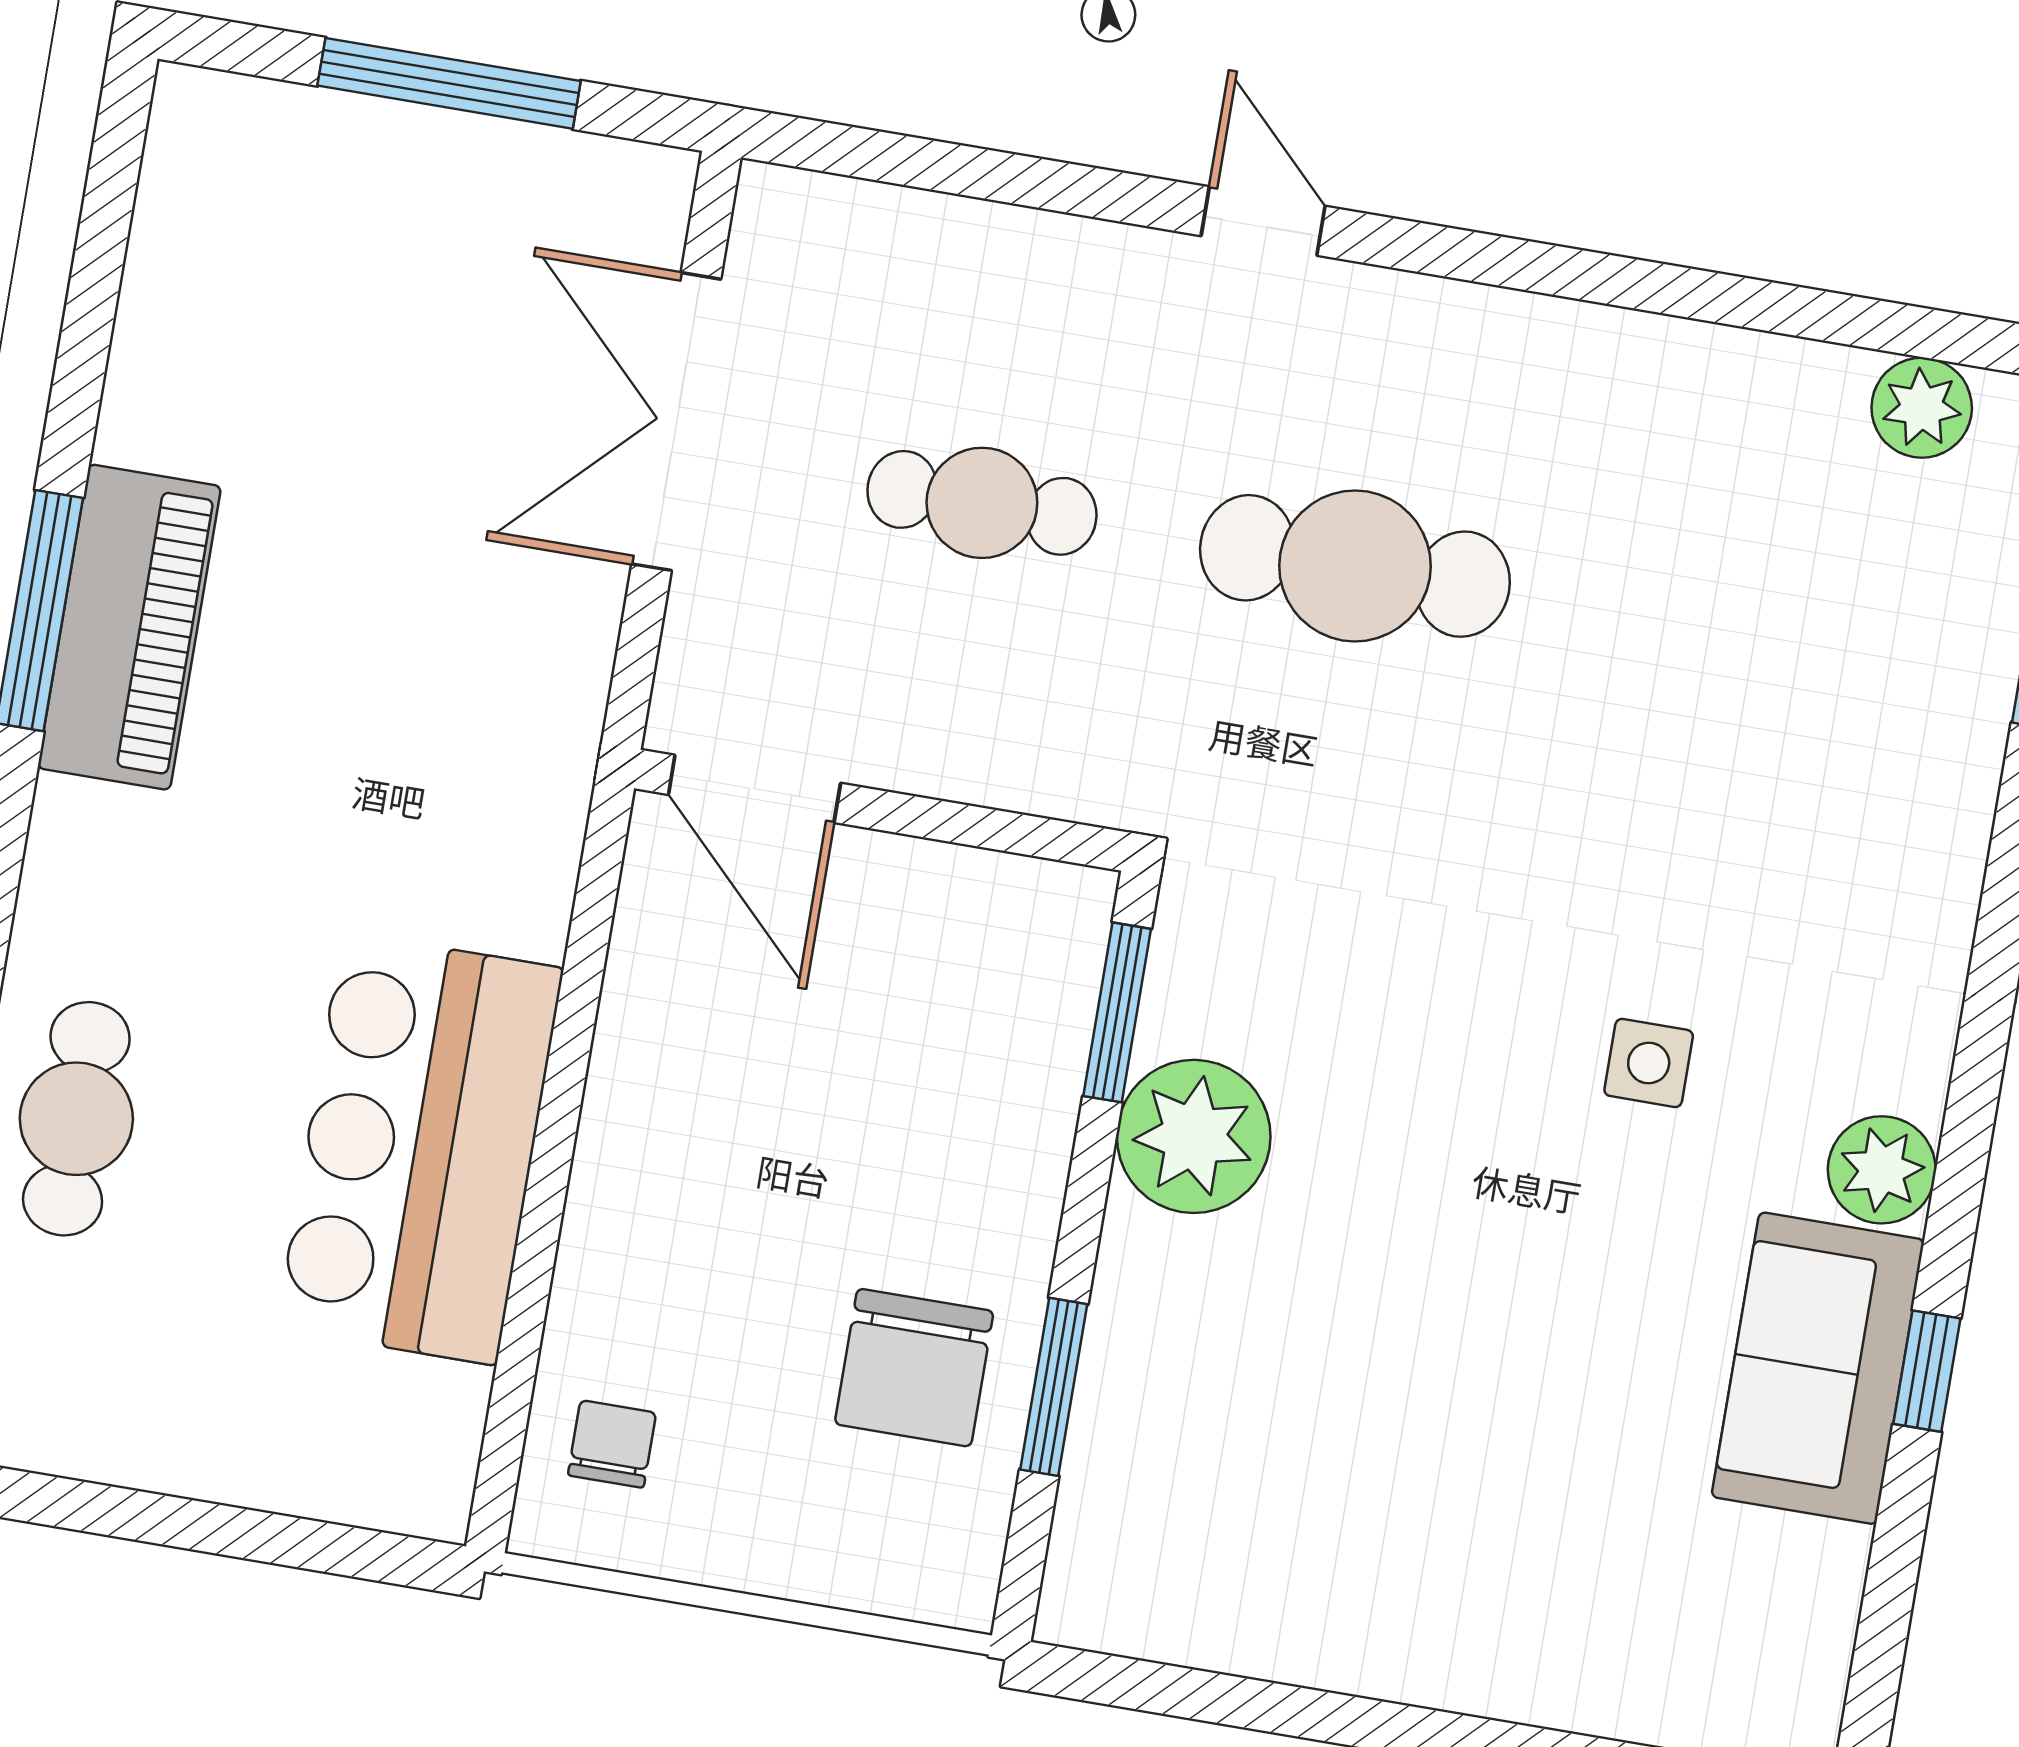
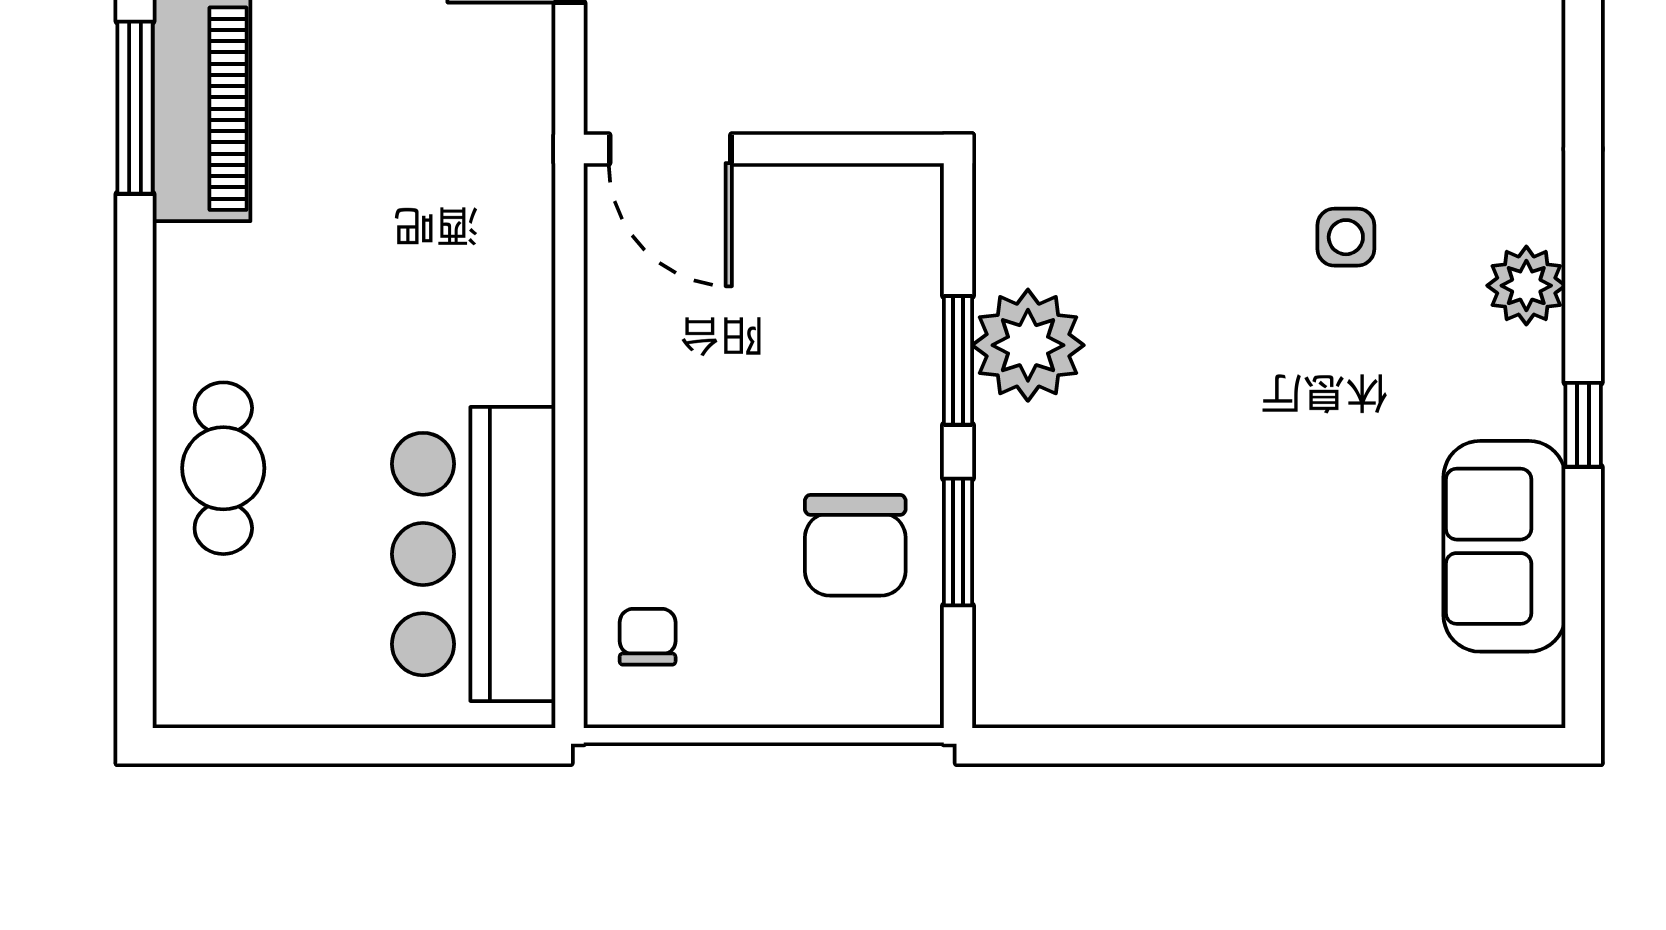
window: (1117, 1012) -> (958, 360), moved
bar counter: (420, 1148) -> (474, 554), moved
sofa: (1818, 1368) -> (1504, 546), moved

